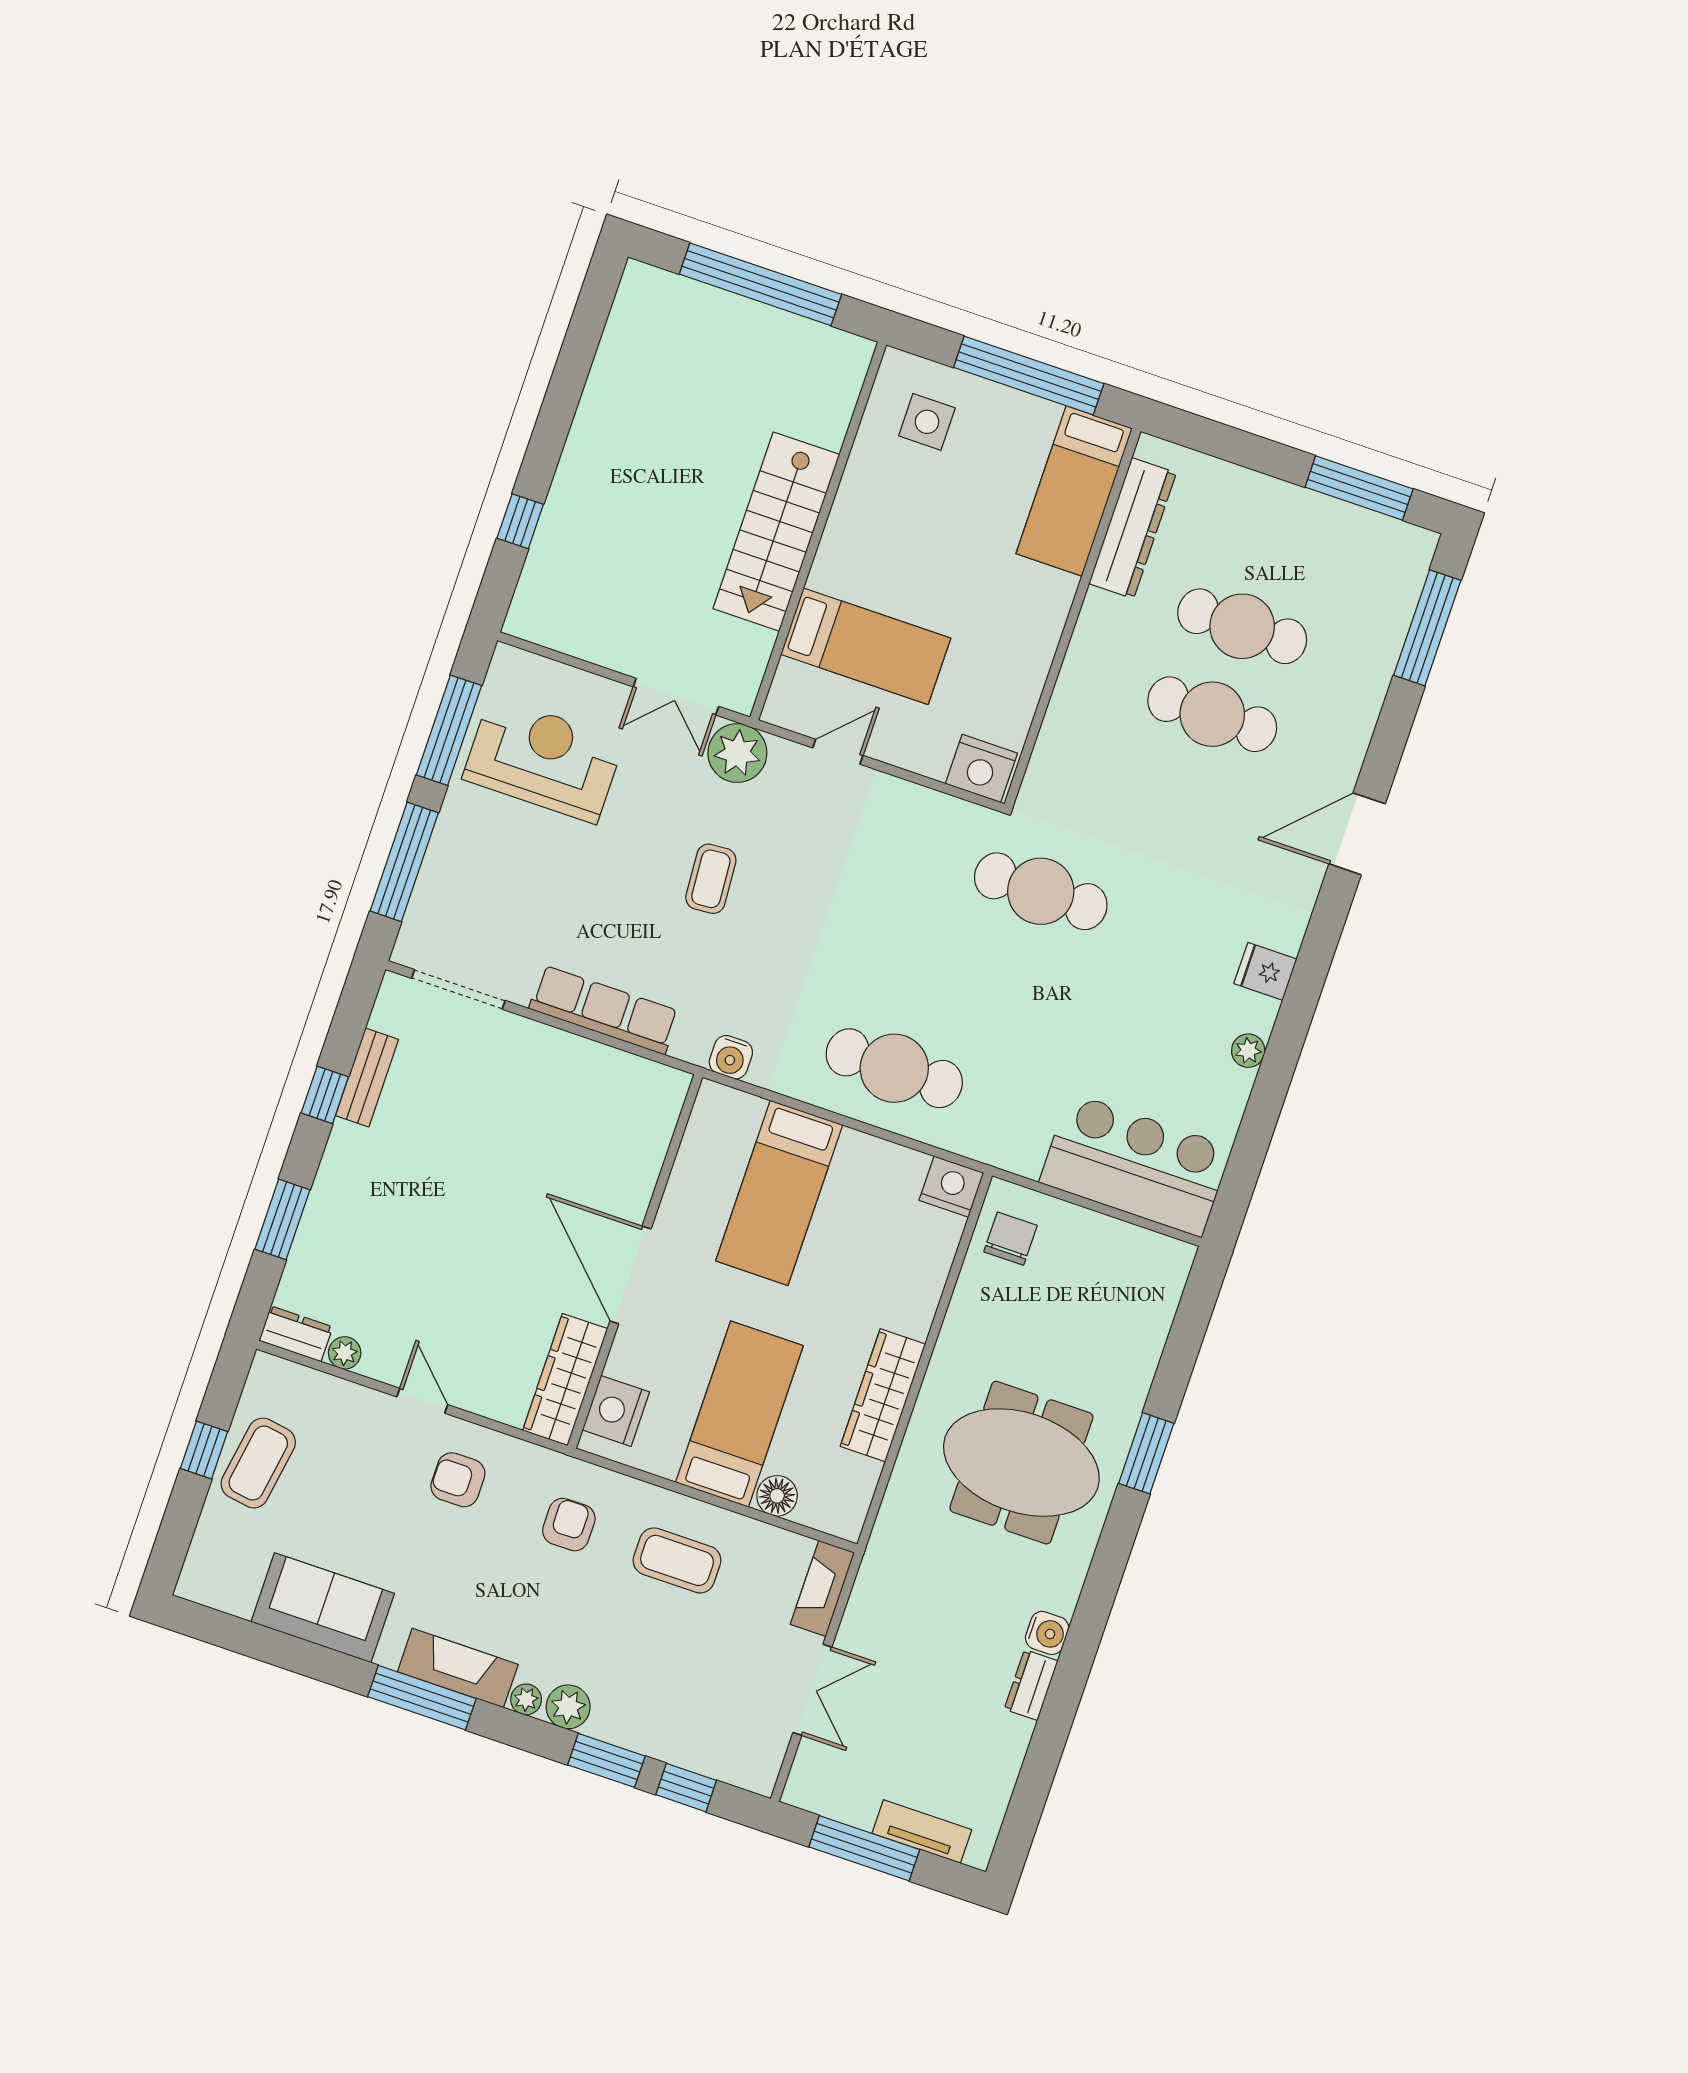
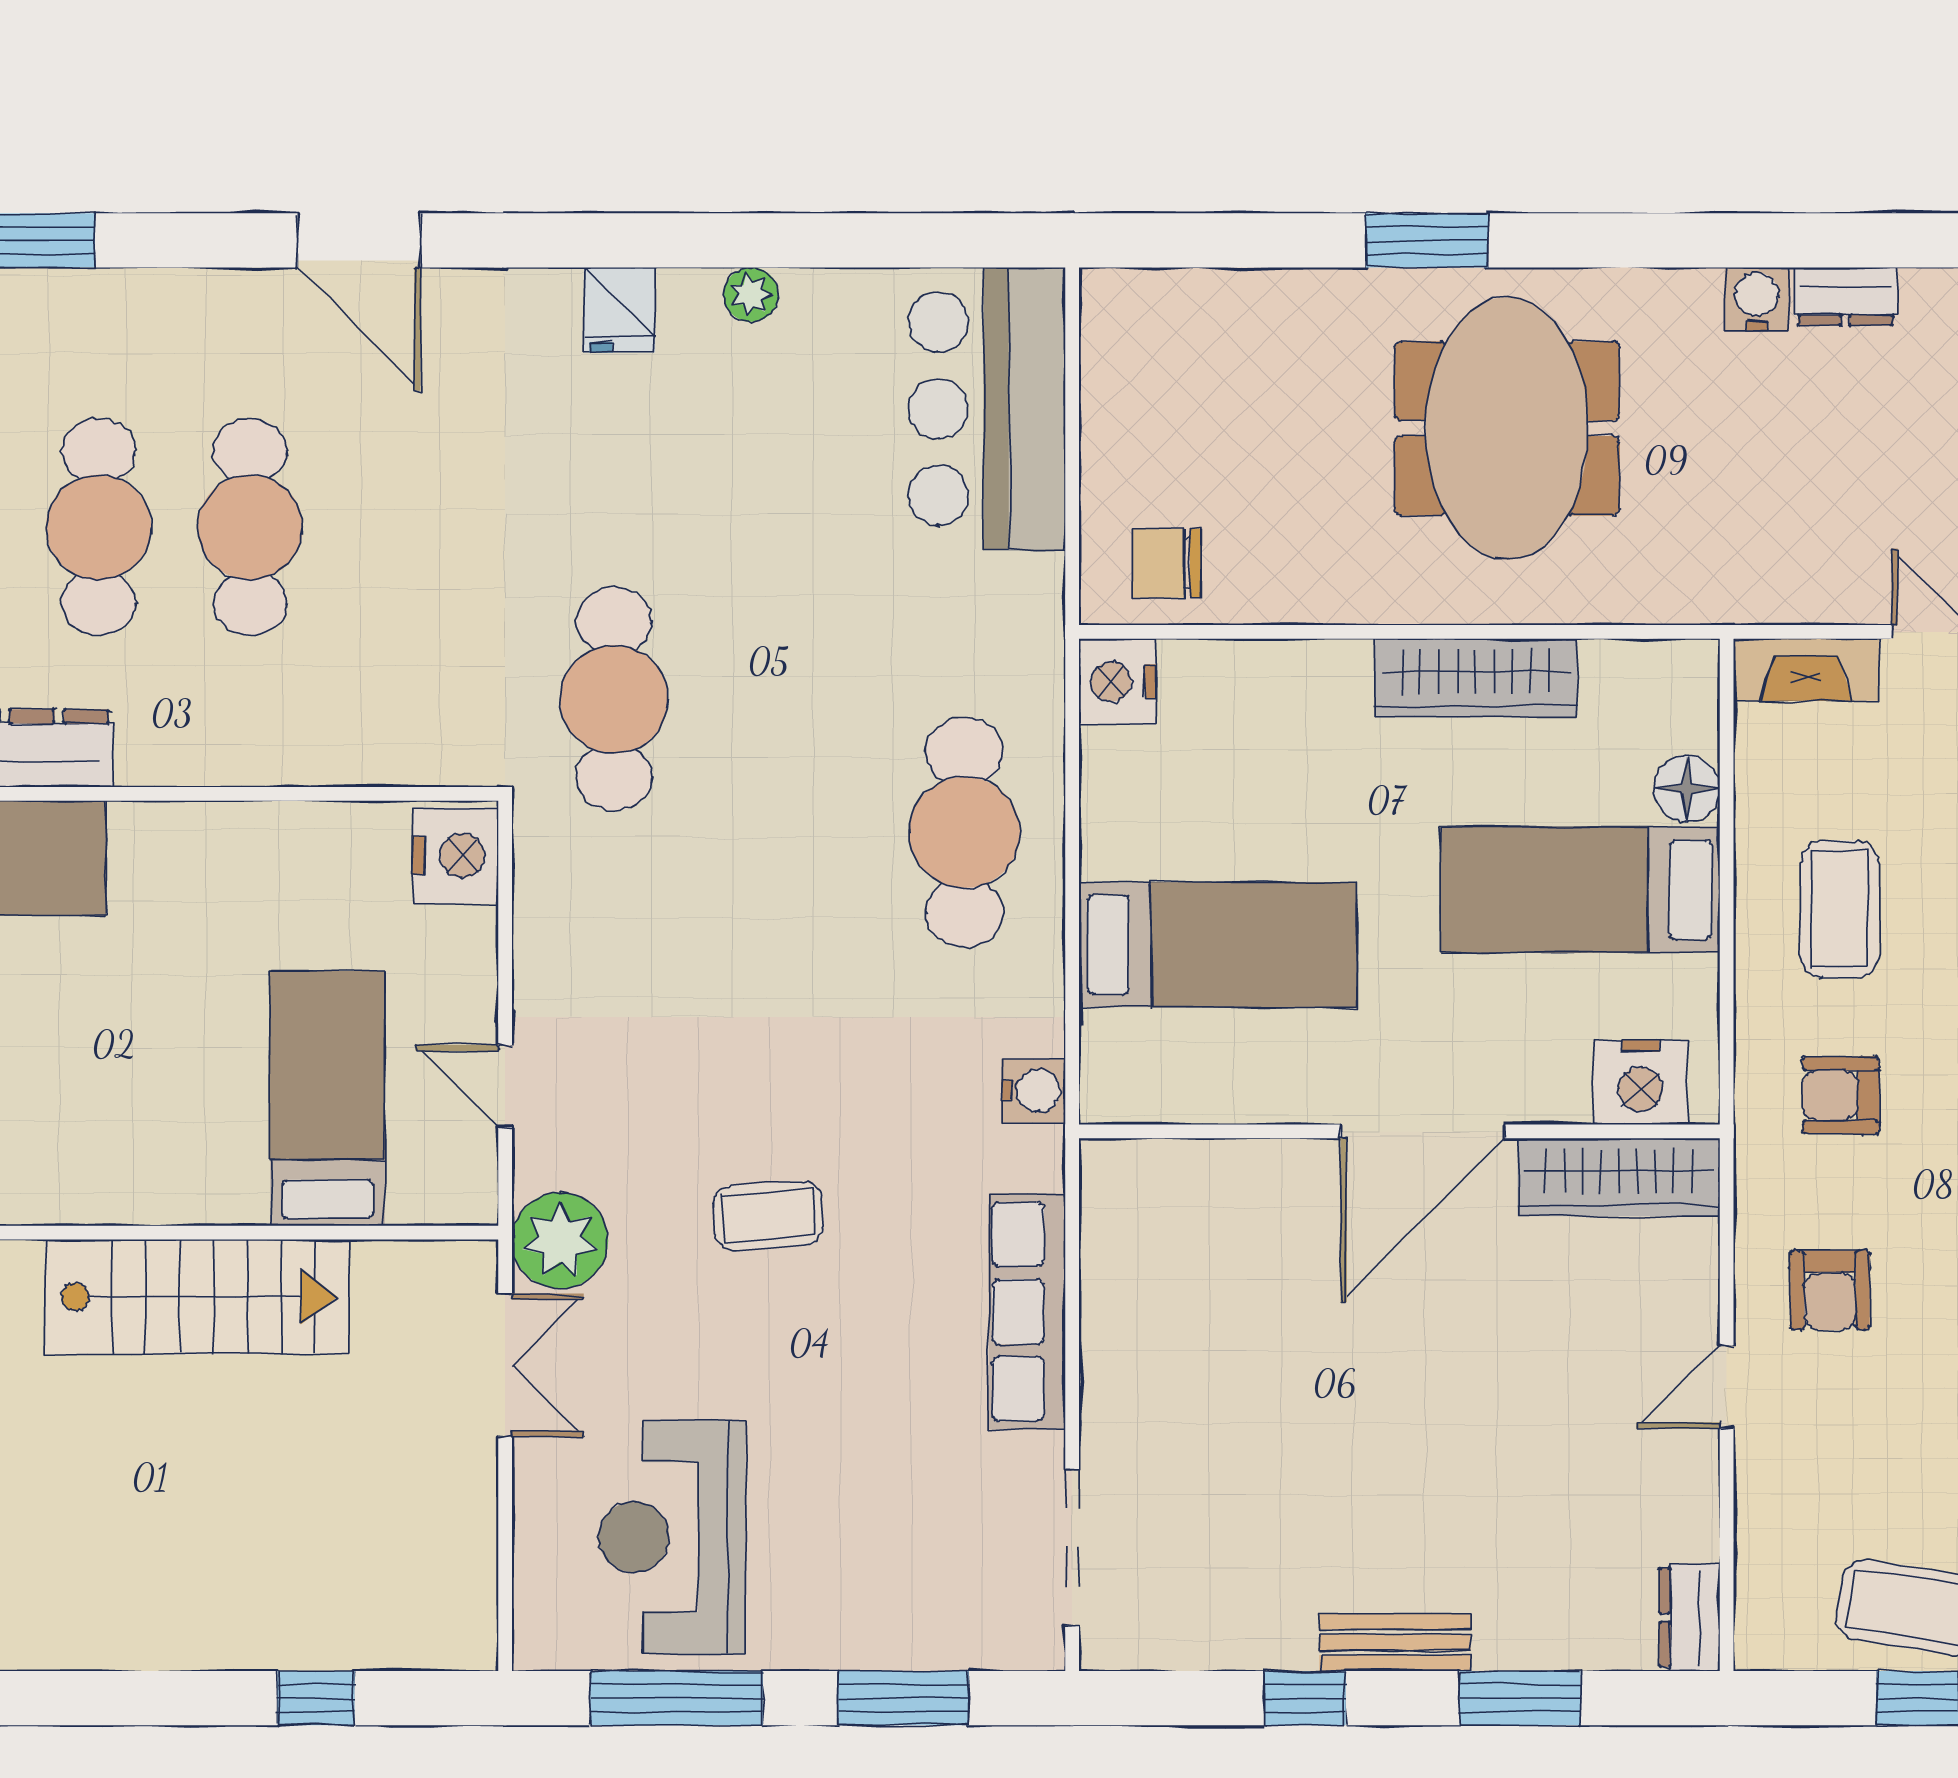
window: (404, 862) -> (903, 1698), width x0.69
bench: (367, 1077) -> (1395, 1642), moved
plant: (345, 1353) -> (1694, 1532), removed

